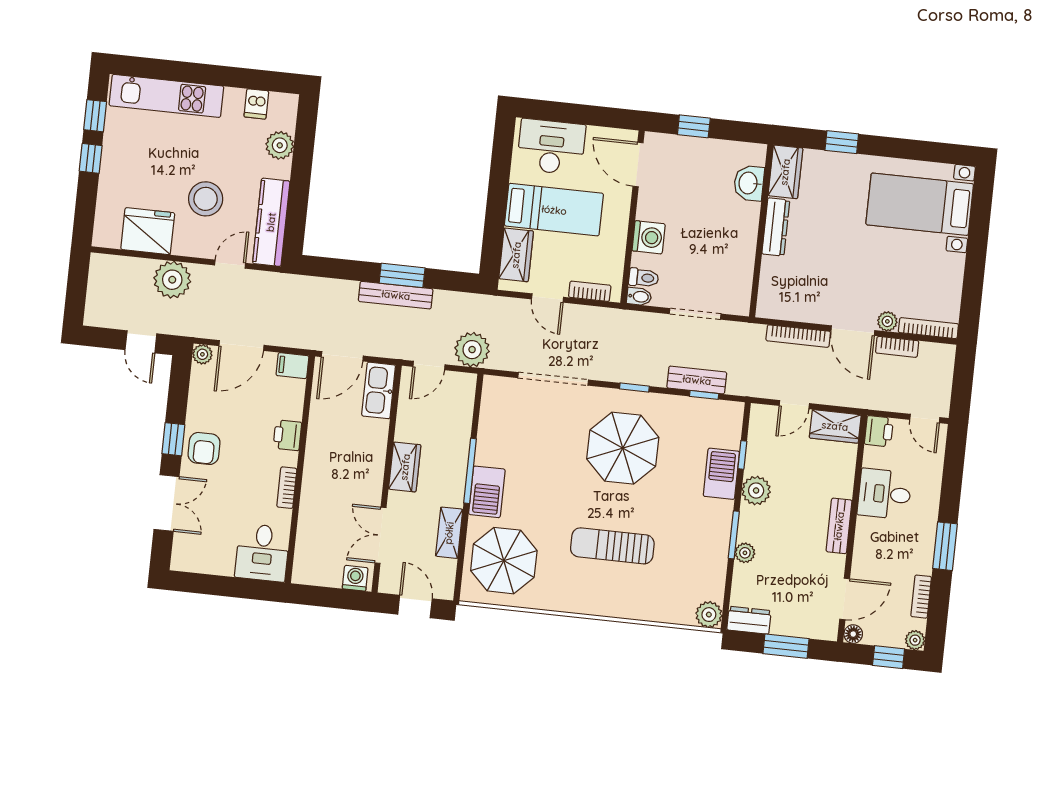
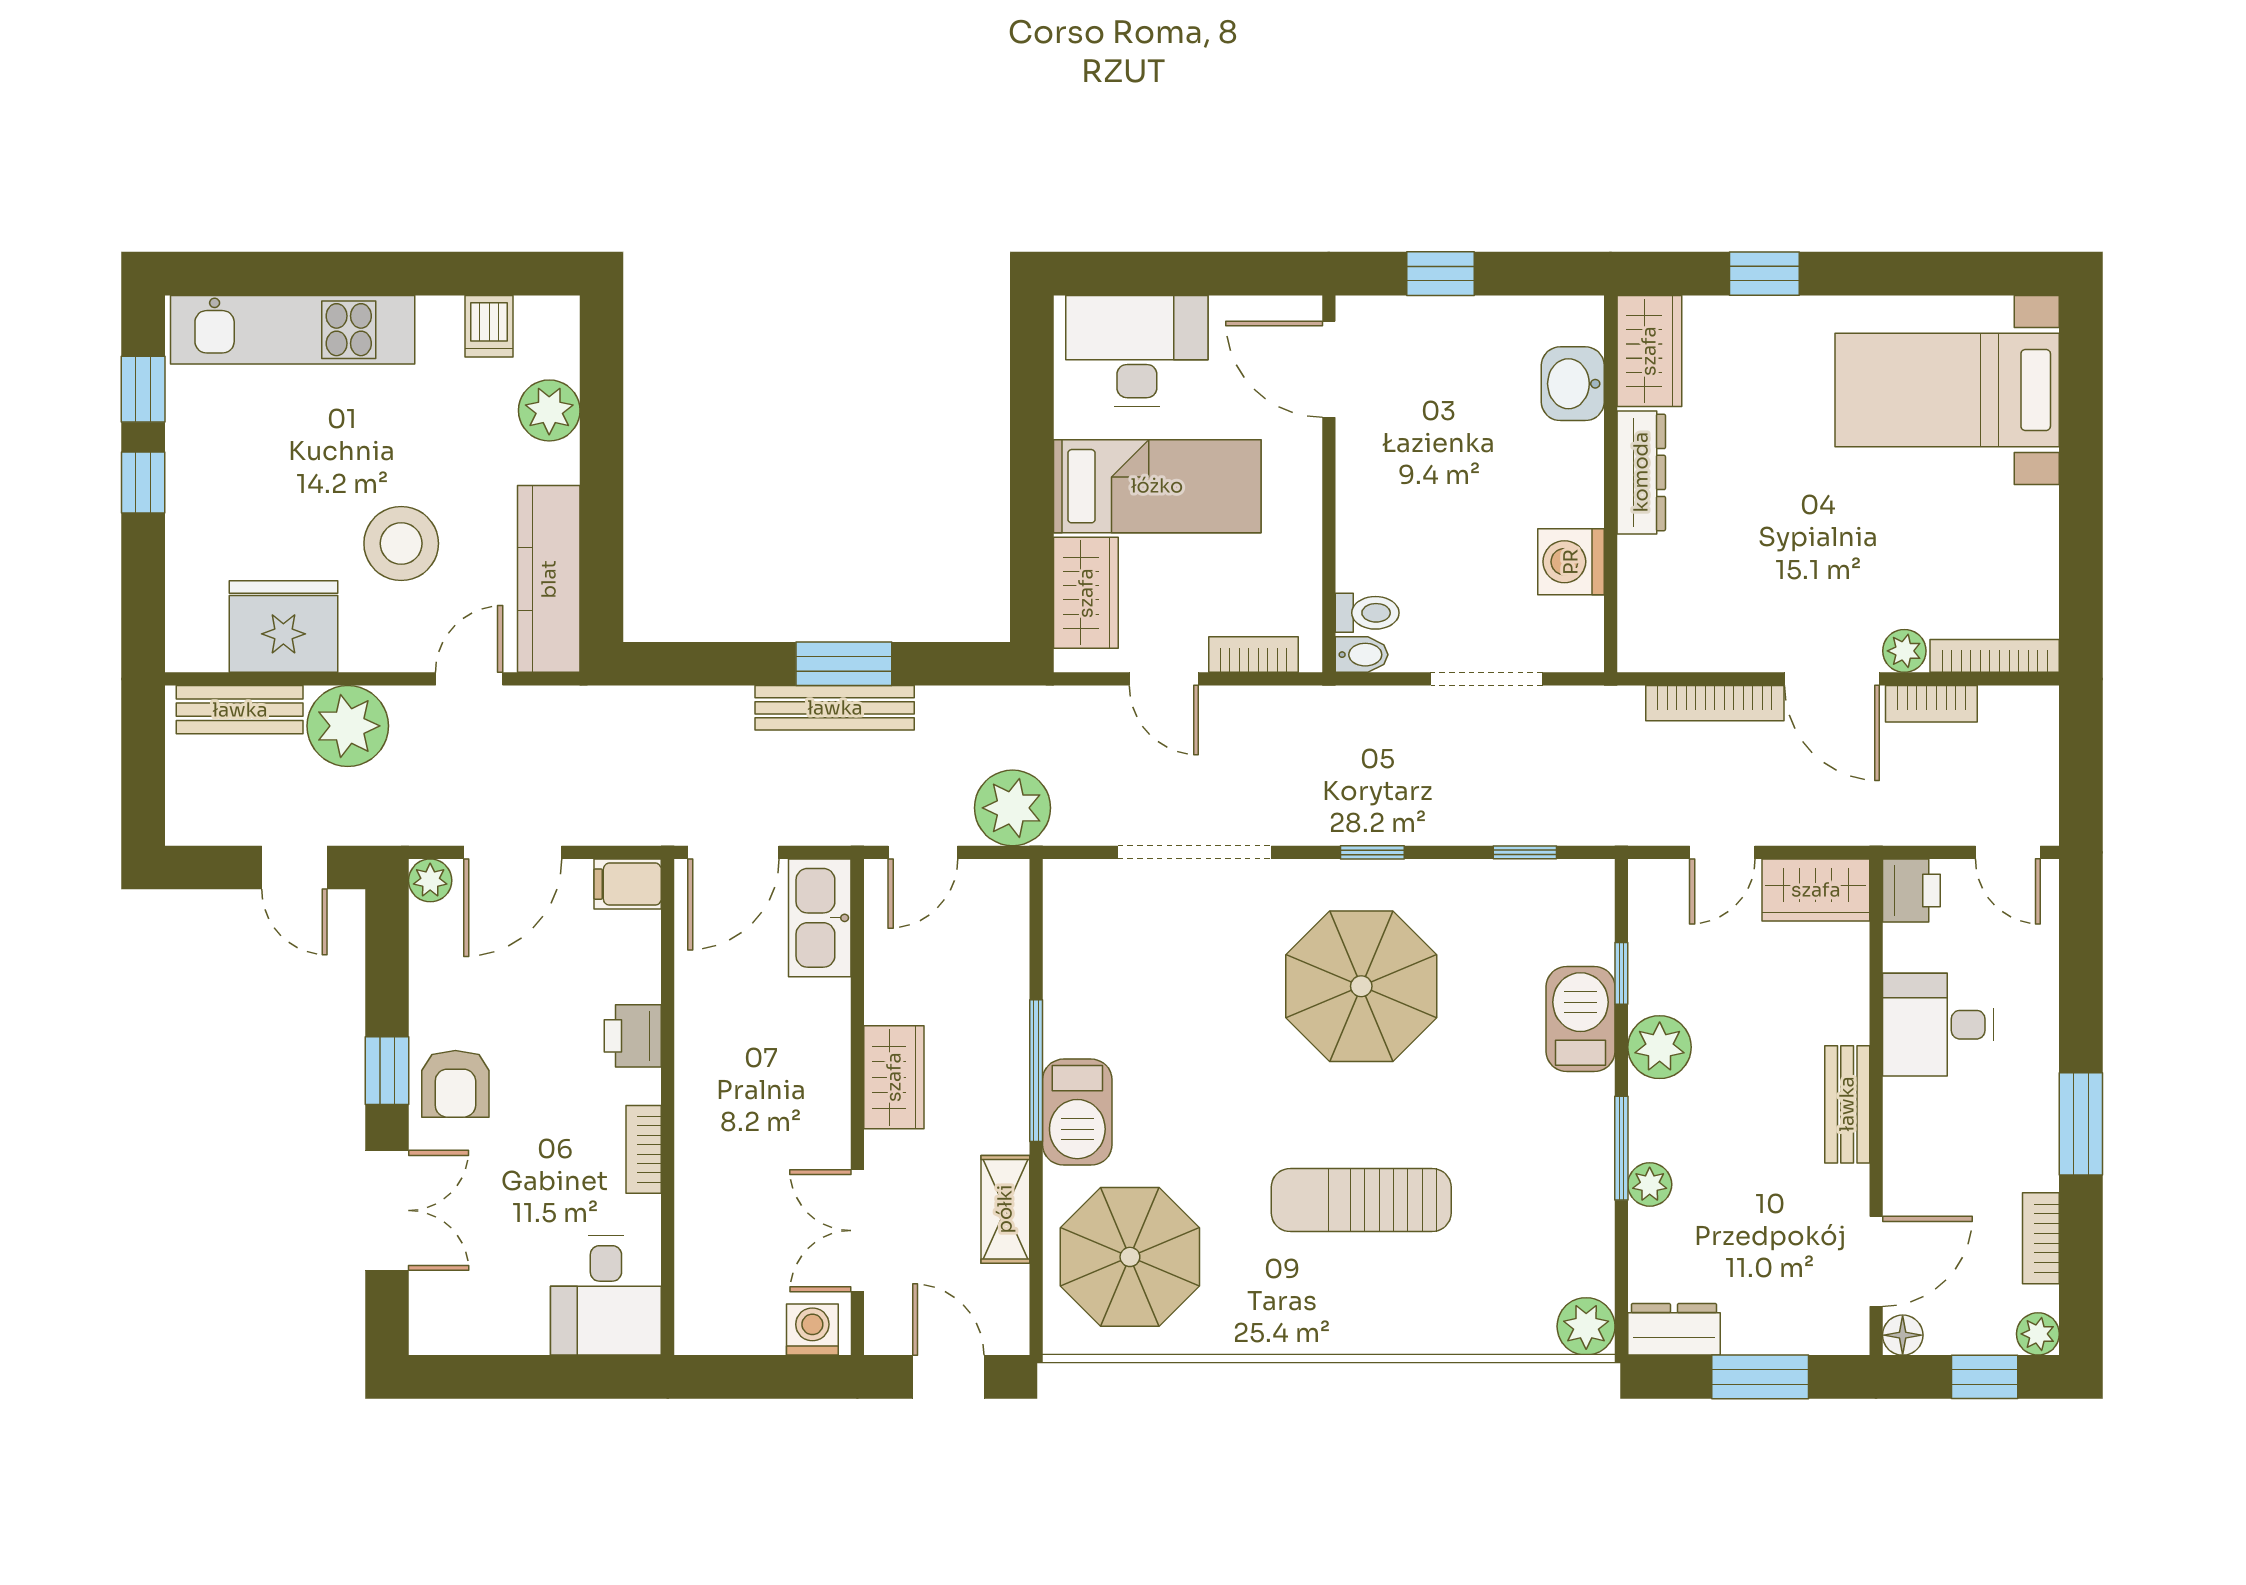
washing machine: (649, 237) -> (1571, 562), moved, turned 180
bench: (697, 380) -> (240, 710), moved

